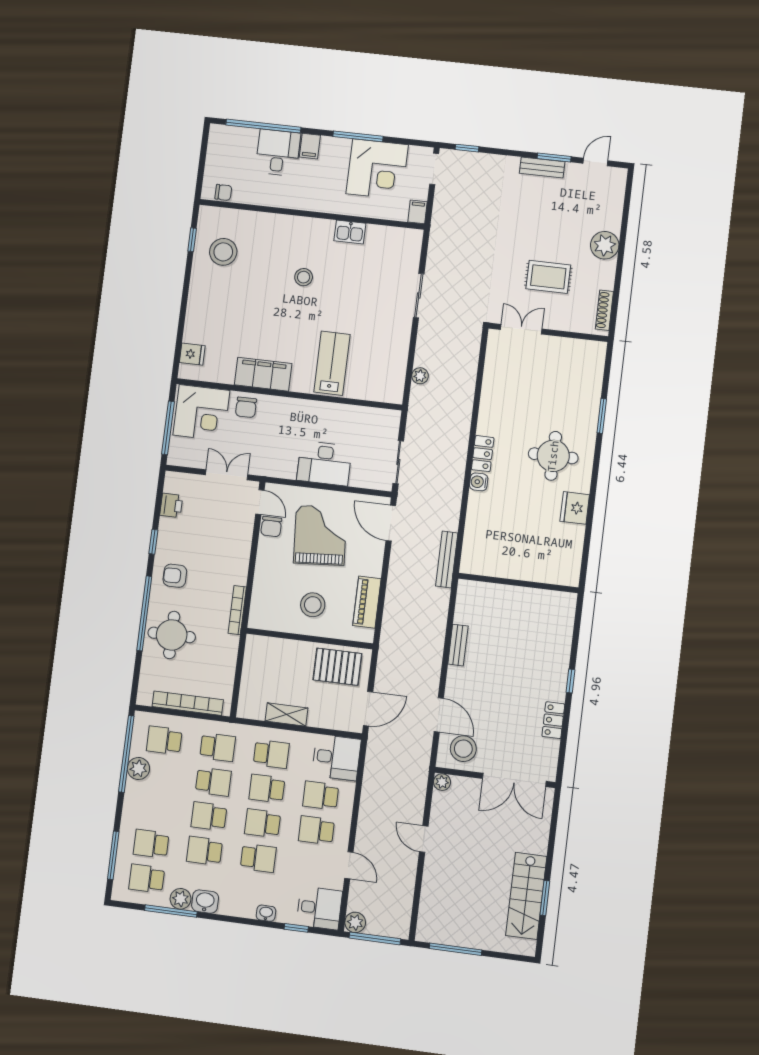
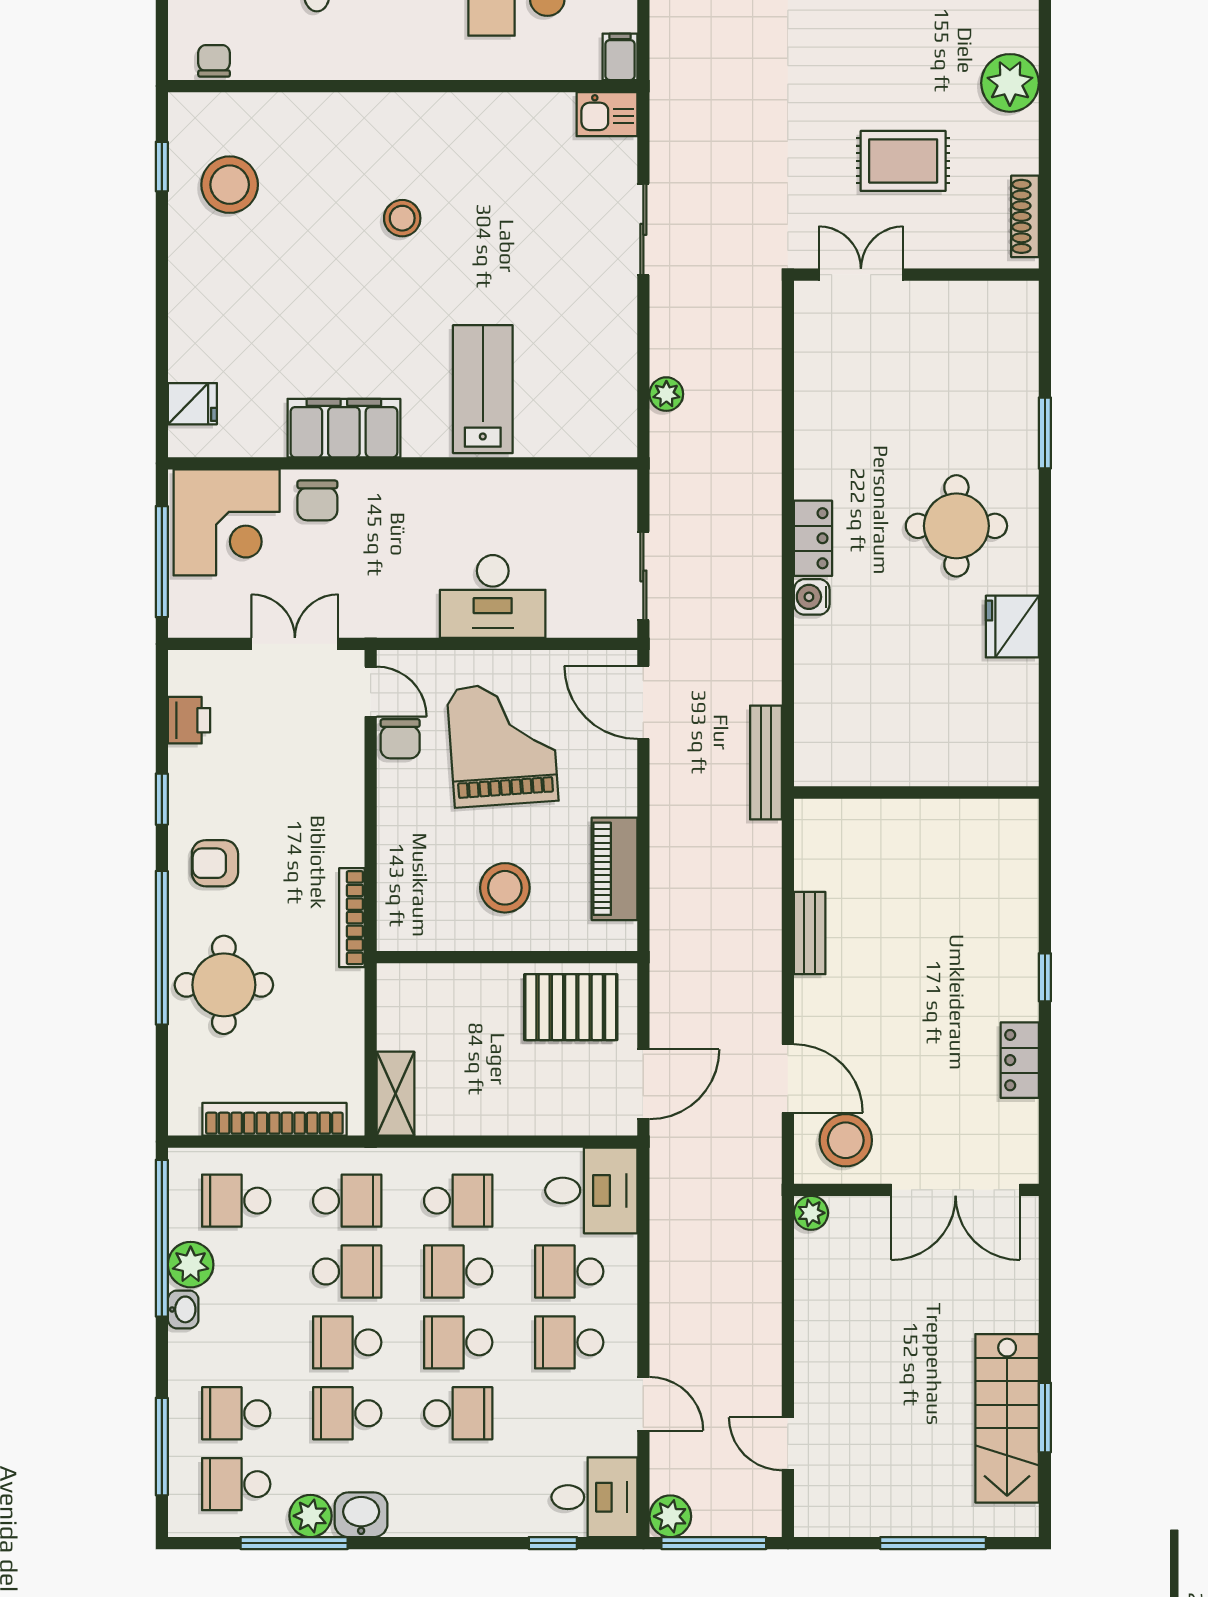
chair: (223, 192) -> (214, 61), turned -90
kitchen sink: (350, 232) -> (607, 114), moved
shelving: (286, 714) -> (395, 1094), moved, turned 90
door: (424, 839) -> (788, 1444), moved
washbasin: (266, 913) -> (183, 1309), moved, turned 90
window: (456, 949) -> (933, 1543), moved

